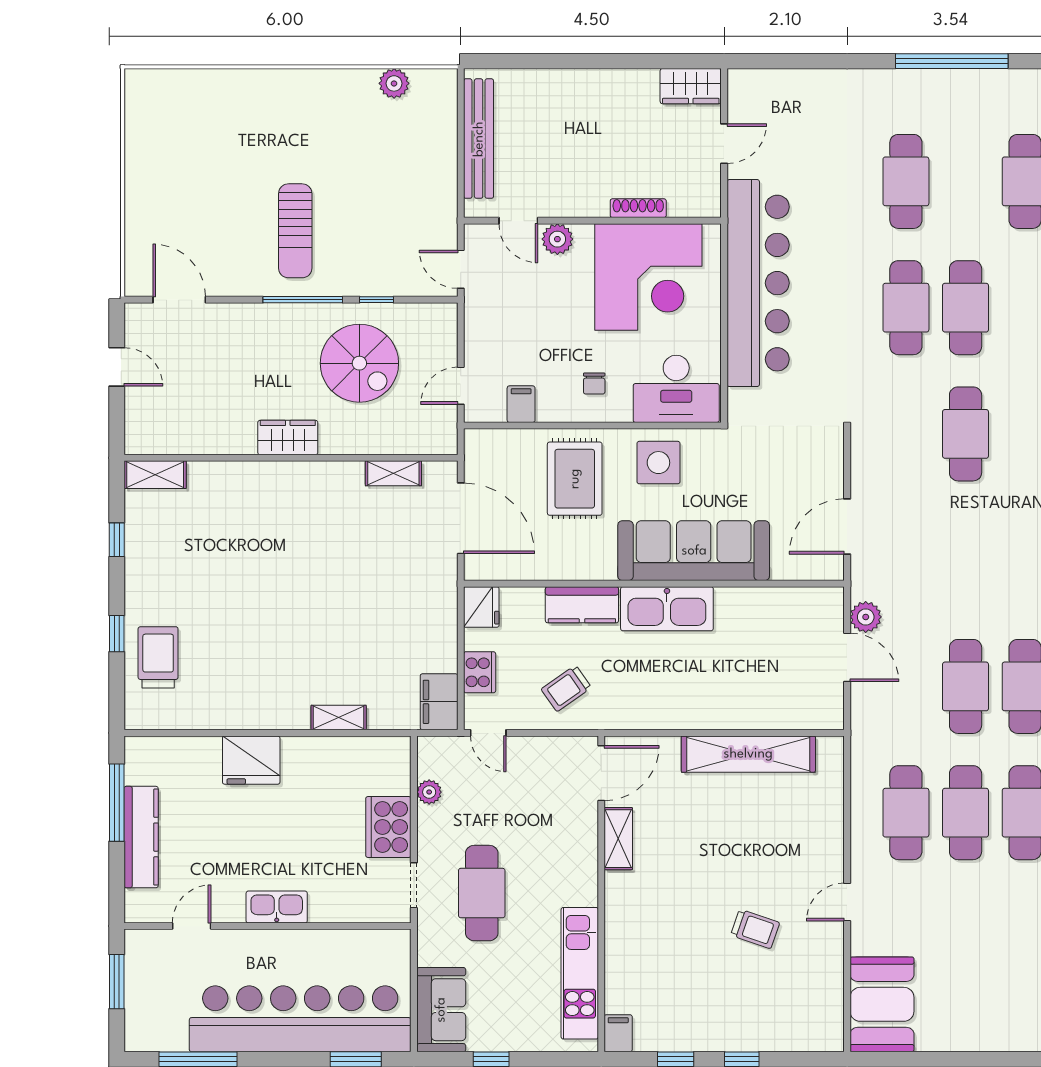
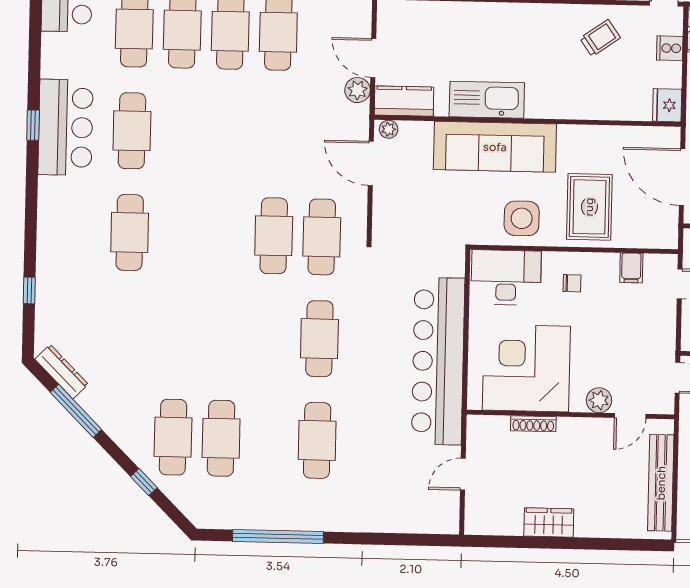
wardrobe: (691, 86) -> (549, 522), moved
door: (518, 221) -> (630, 416), swing flipped
cafe table: (966, 308) -> (322, 237), moved
chair: (594, 384) -> (572, 283), turned 90
door: (847, 527) -> (371, 163), swing flipped
plant: (826, 569) -> (389, 129), added
kitchen counter: (582, 605) -> (404, 101), moved
kitchen sink: (667, 609) -> (487, 100), moved
cooker: (480, 672) -> (670, 48), width x0.73

